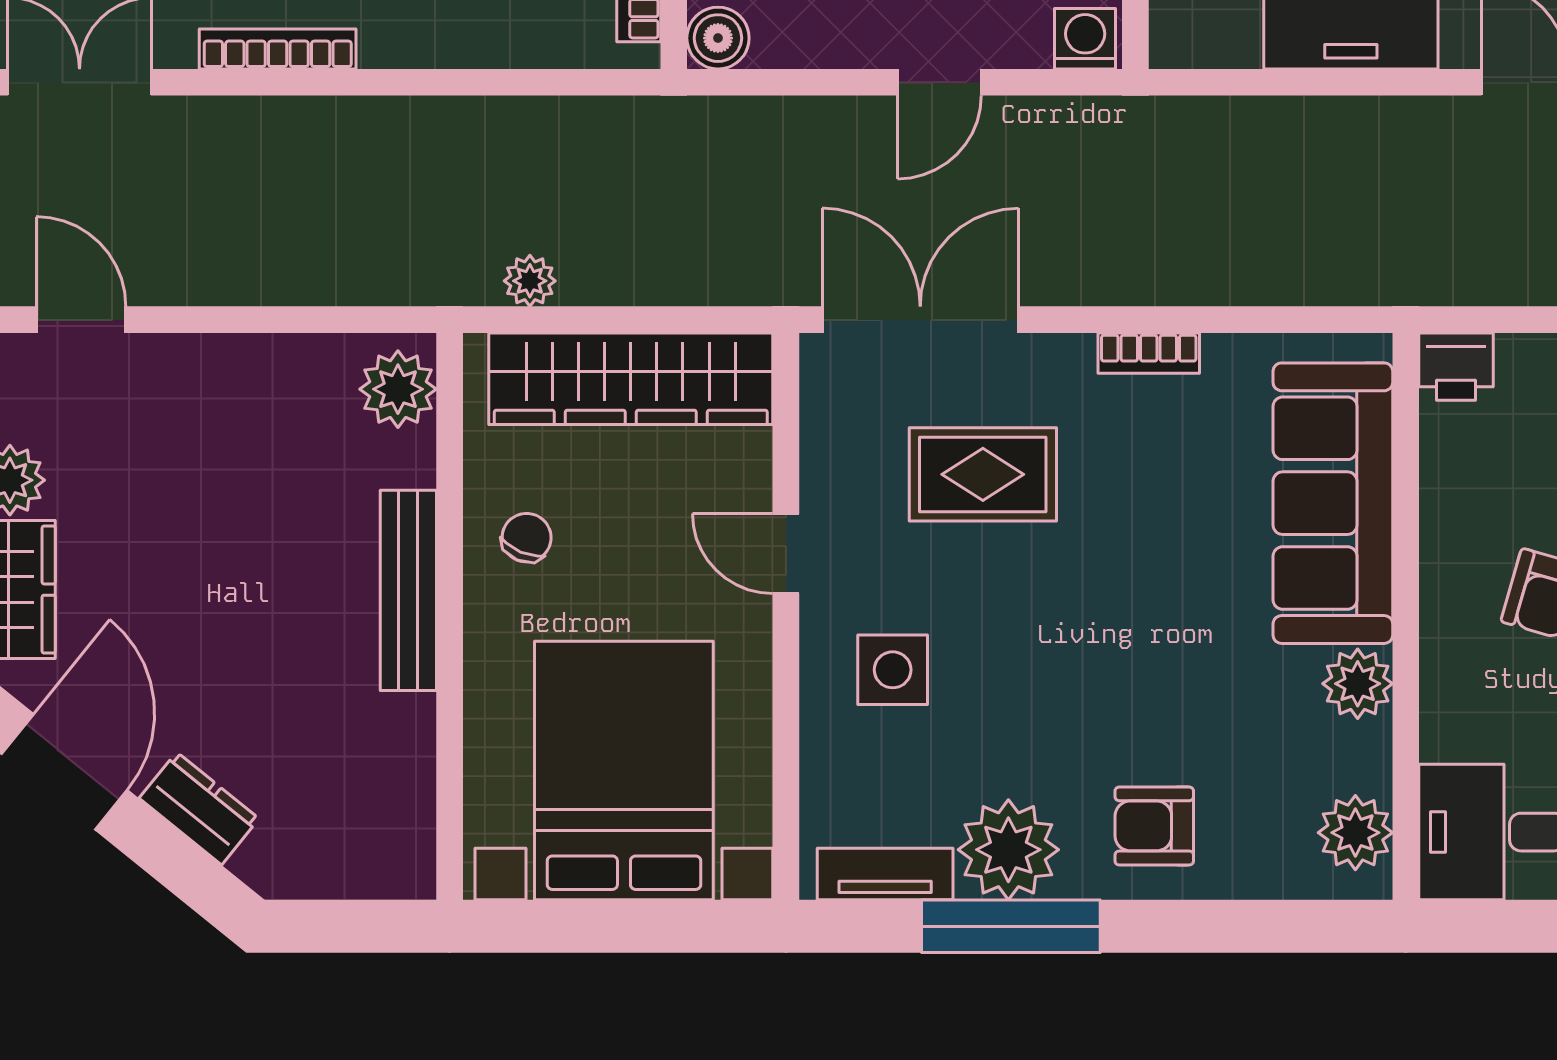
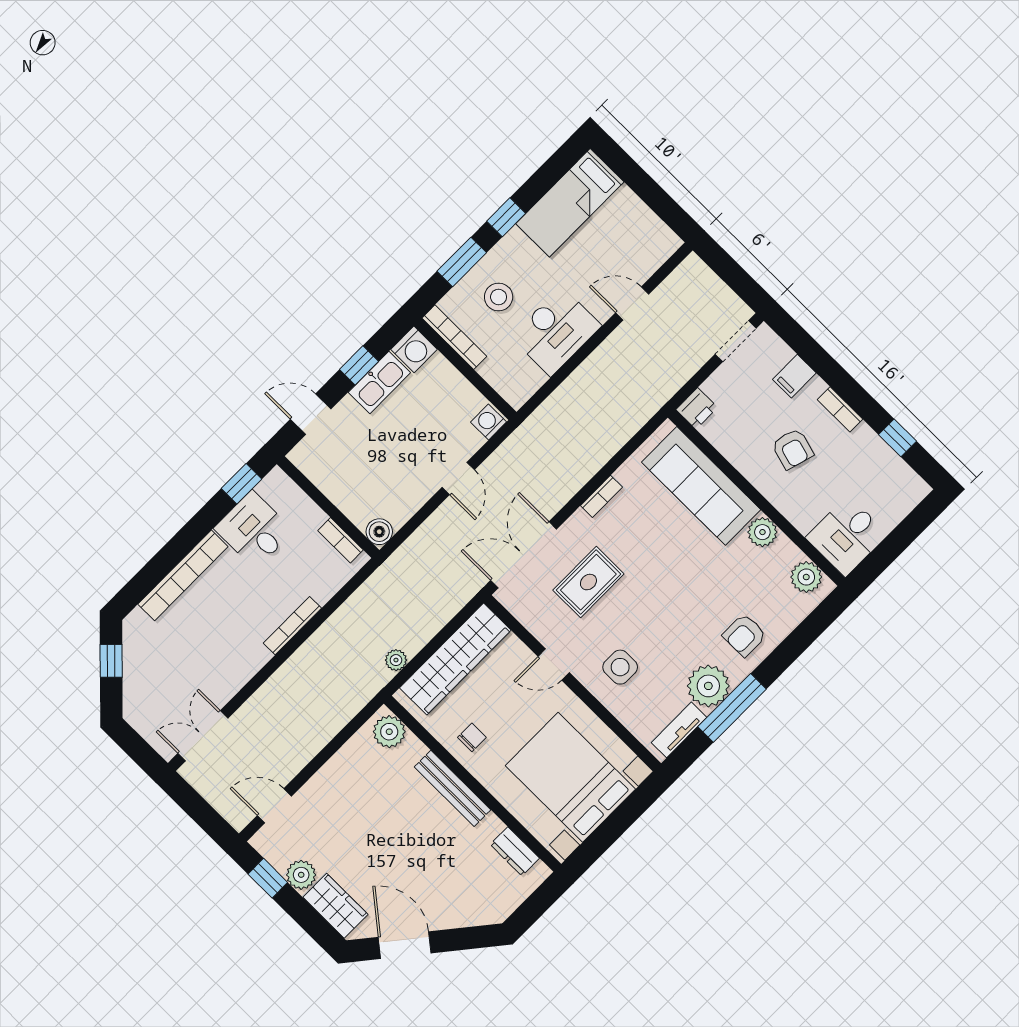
bookcase: (278, 49) -> (292, 626), moved
chair: (527, 538) -> (472, 737), turned 67
dresser: (199, 808) -> (515, 851), moved, turned -129

